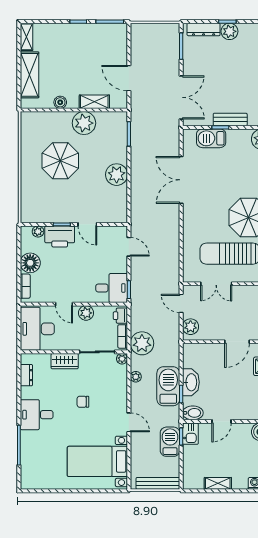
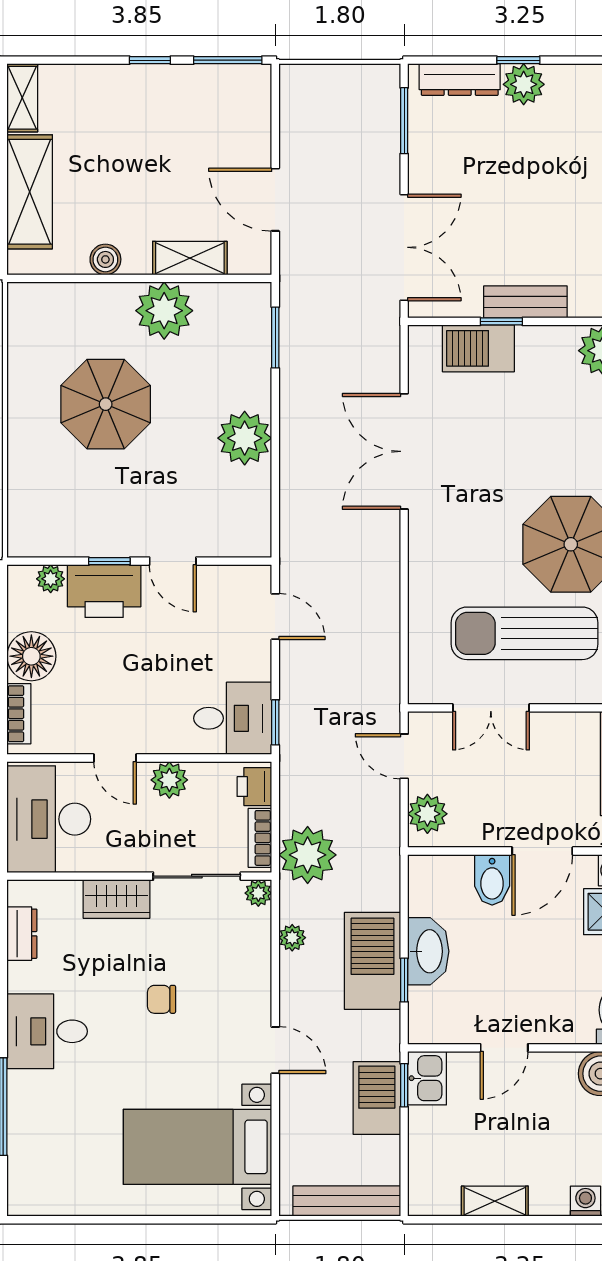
bidet: (193, 413) -> (492, 880), moved, turned 90

